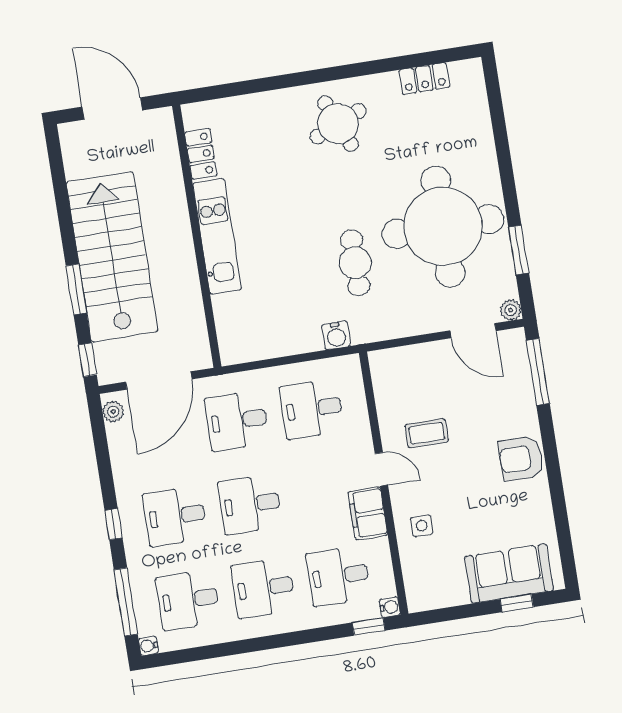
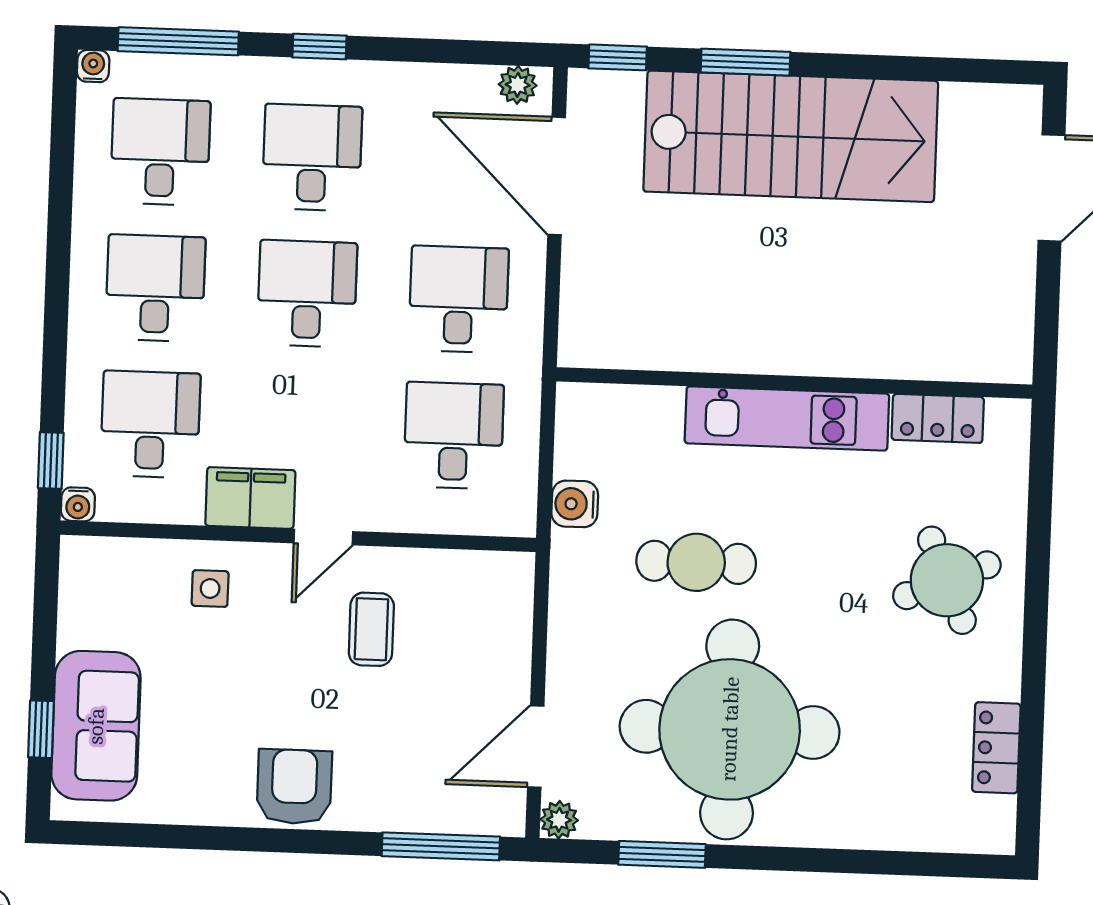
locker: (201, 154) -> (938, 418), moved
wall: (197, 236) -> (794, 383), moved
kitchen unit: (217, 236) -> (787, 418), moved

